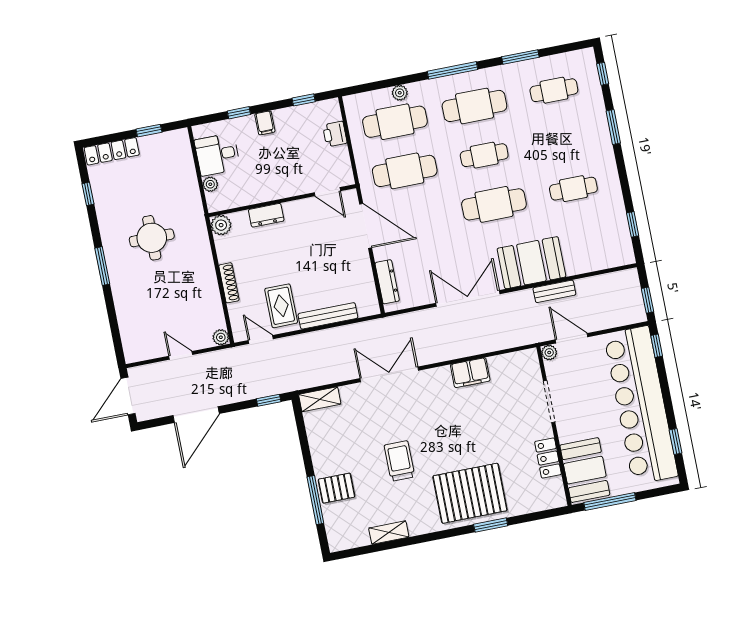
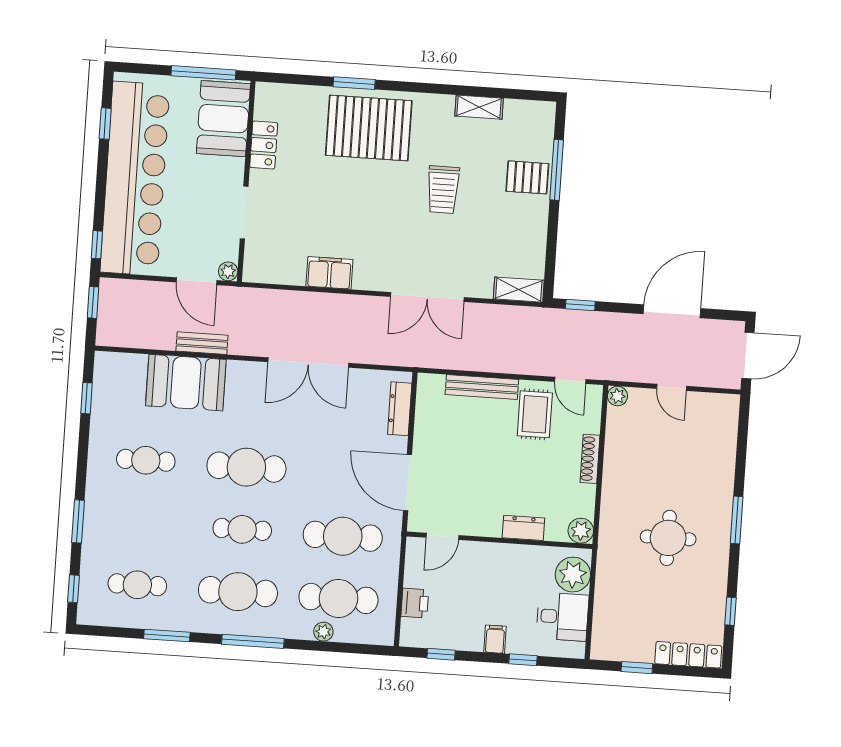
plant: (210, 184) -> (573, 575), width x1.88, depth x1.88
door: (327, 192) -> (442, 536), swing flipped
booth: (531, 263) -> (186, 383), moved

